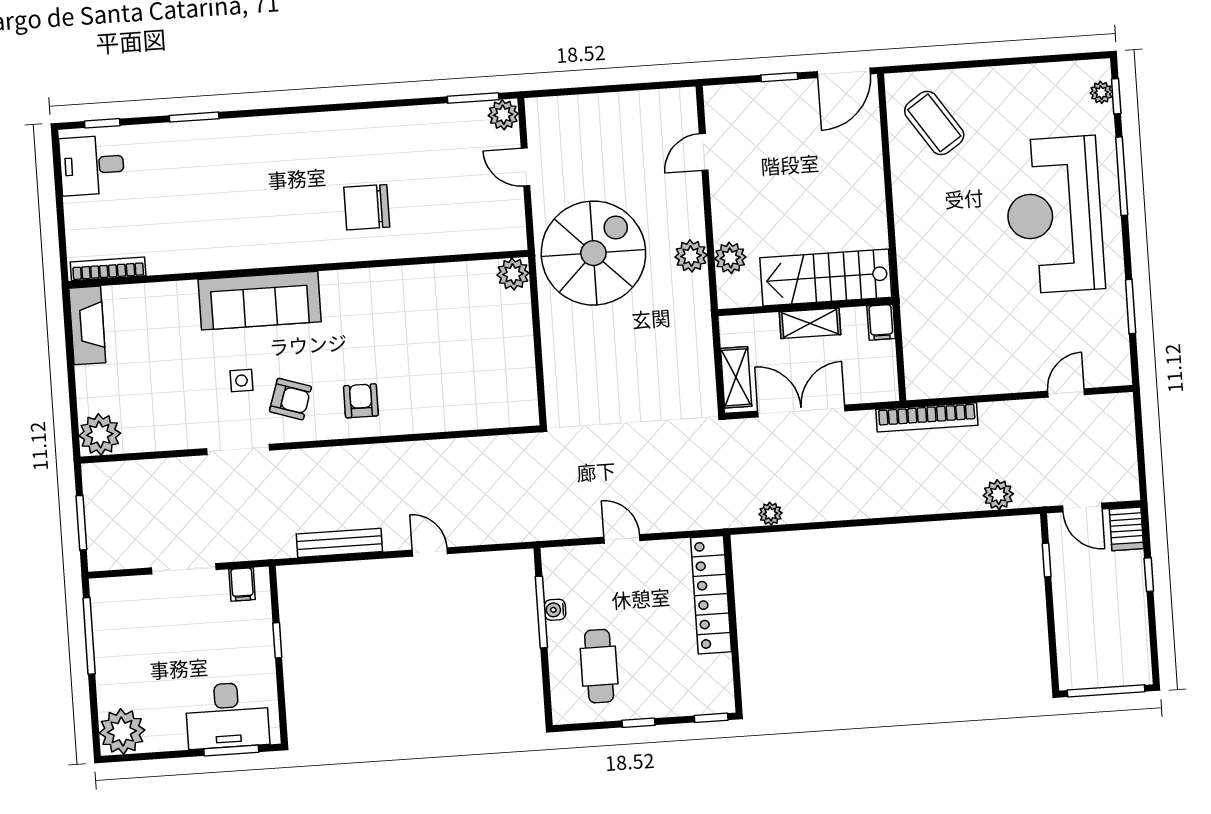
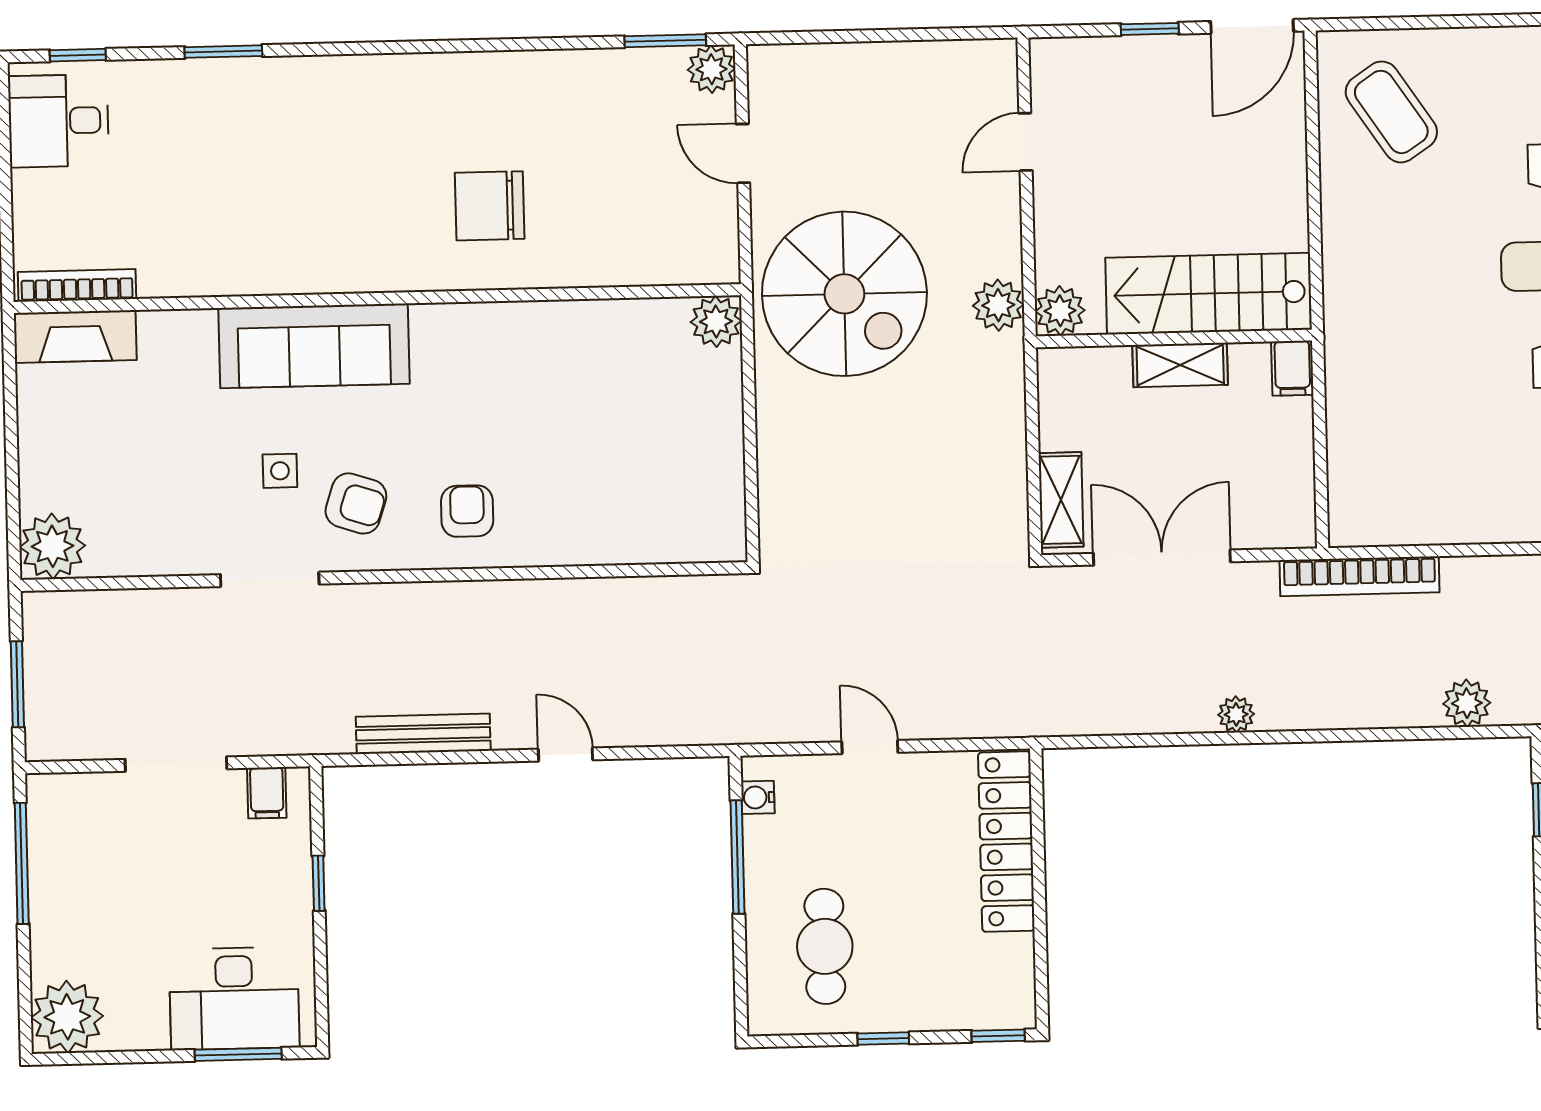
spiral stairs: (593, 253) -> (844, 294), turned 90
stairs: (826, 277) -> (1208, 294), moved
wall: (805, 307) -> (1174, 338), moved
filing cabinet: (881, 322) -> (1292, 368), moved
shelving: (810, 323) -> (1180, 365), moved
fireplace: (87, 325) -> (75, 336), moved, turned 90
plant: (771, 514) -> (1236, 714), moved
water cooler: (555, 610) -> (758, 797), moved

